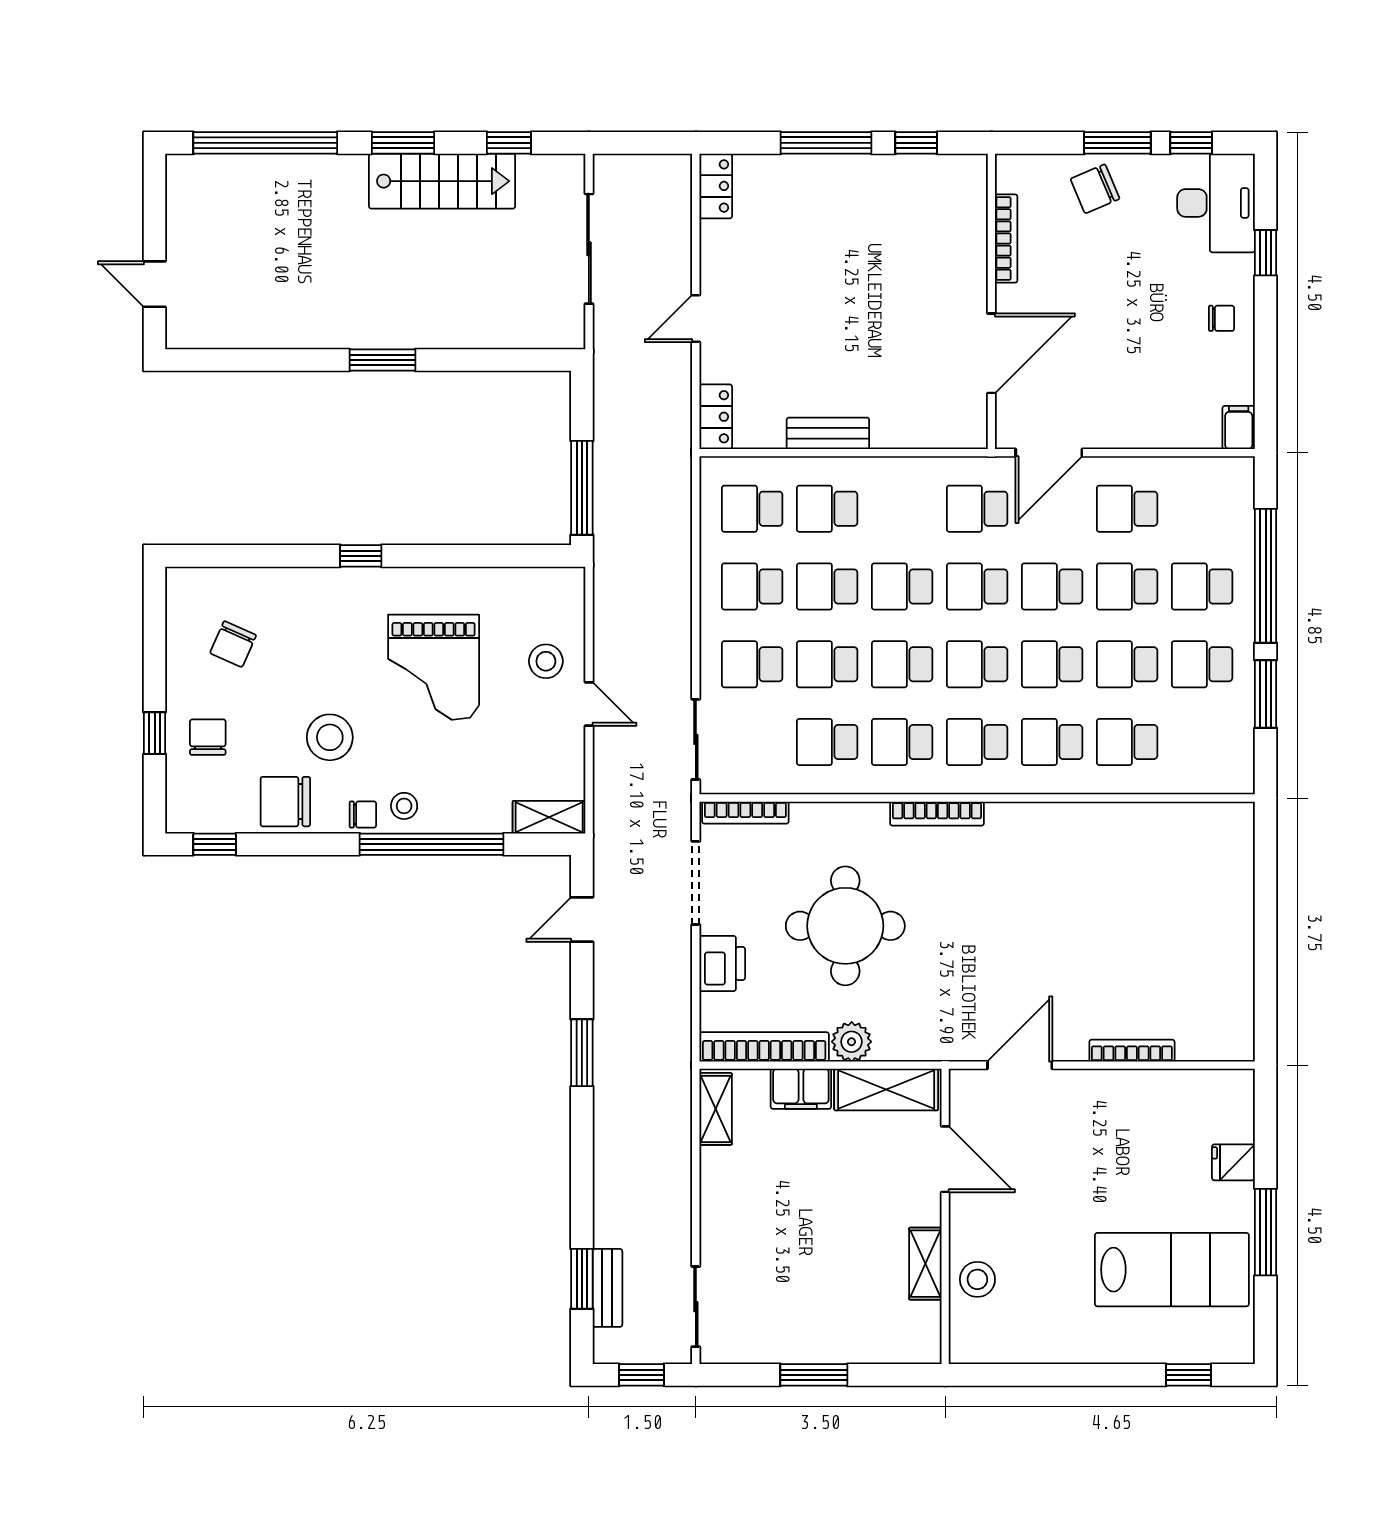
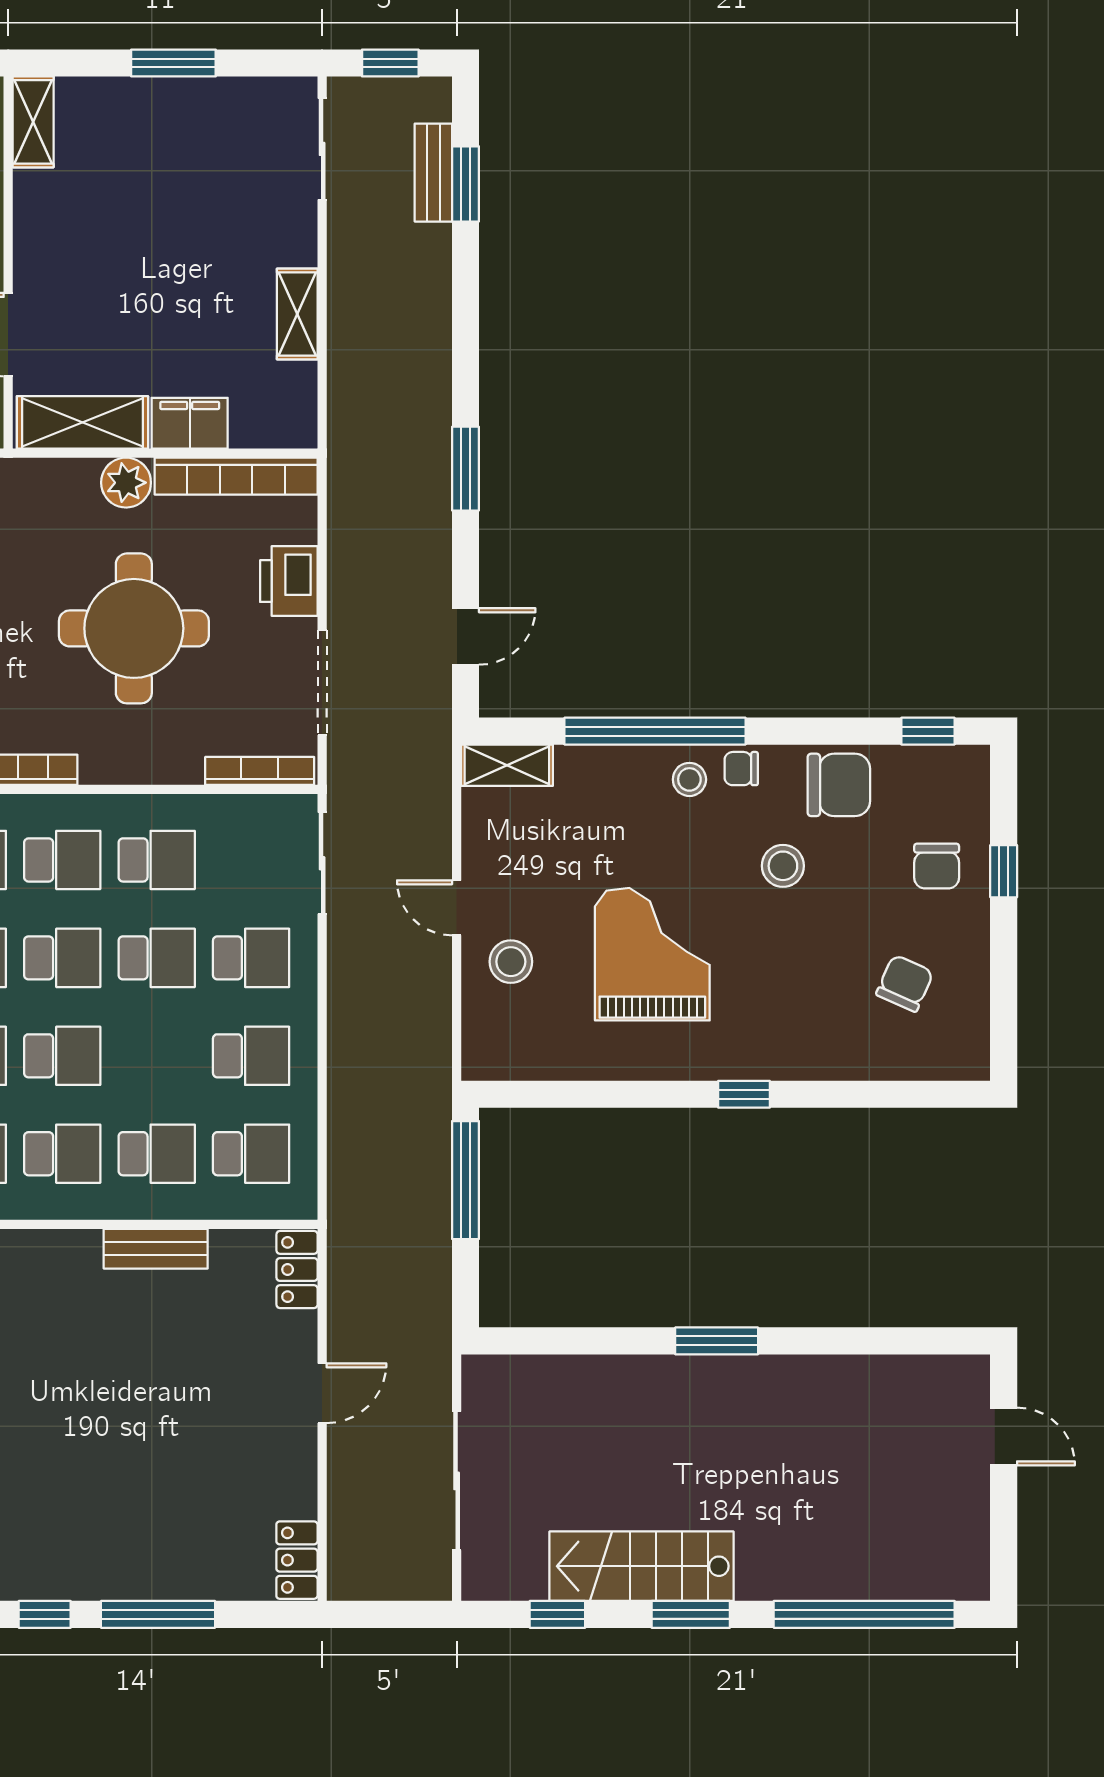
school desk: (827, 586) -> (62, 1154), moved
stool: (330, 737) -> (783, 866), width x0.73, depth x0.73
shelving: (716, 1109) -> (297, 314), moved
shelving: (925, 1264) -> (33, 122), moved

